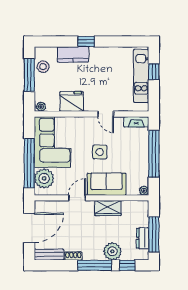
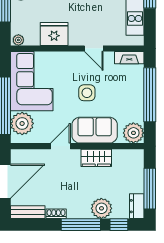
plant: (144, 191) -> (133, 133), width x1.87, depth x1.87
dresser: (143, 238) -> (137, 206), moved

